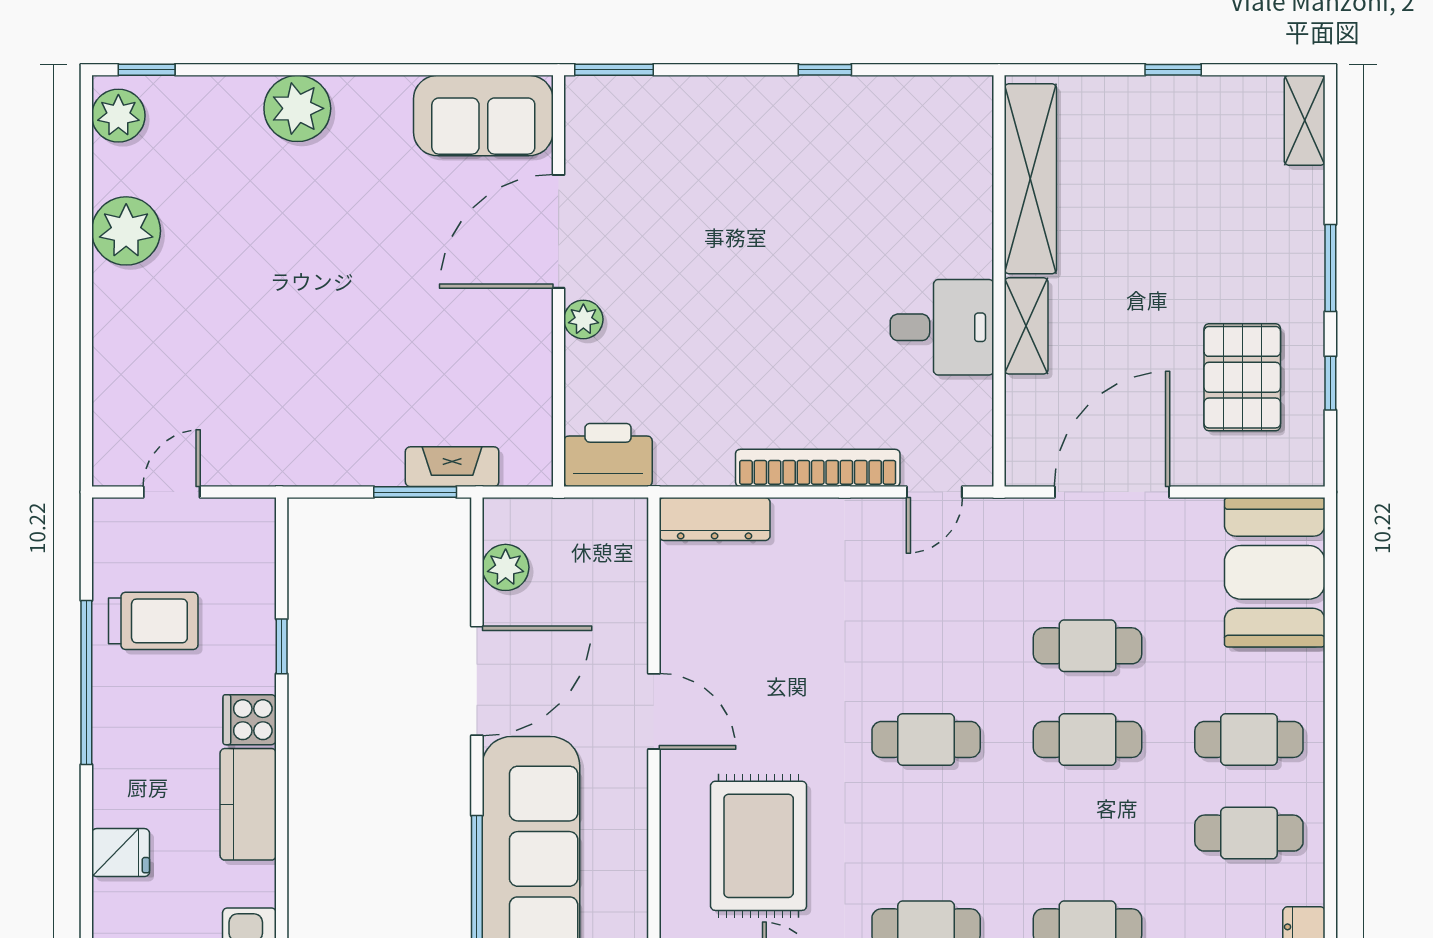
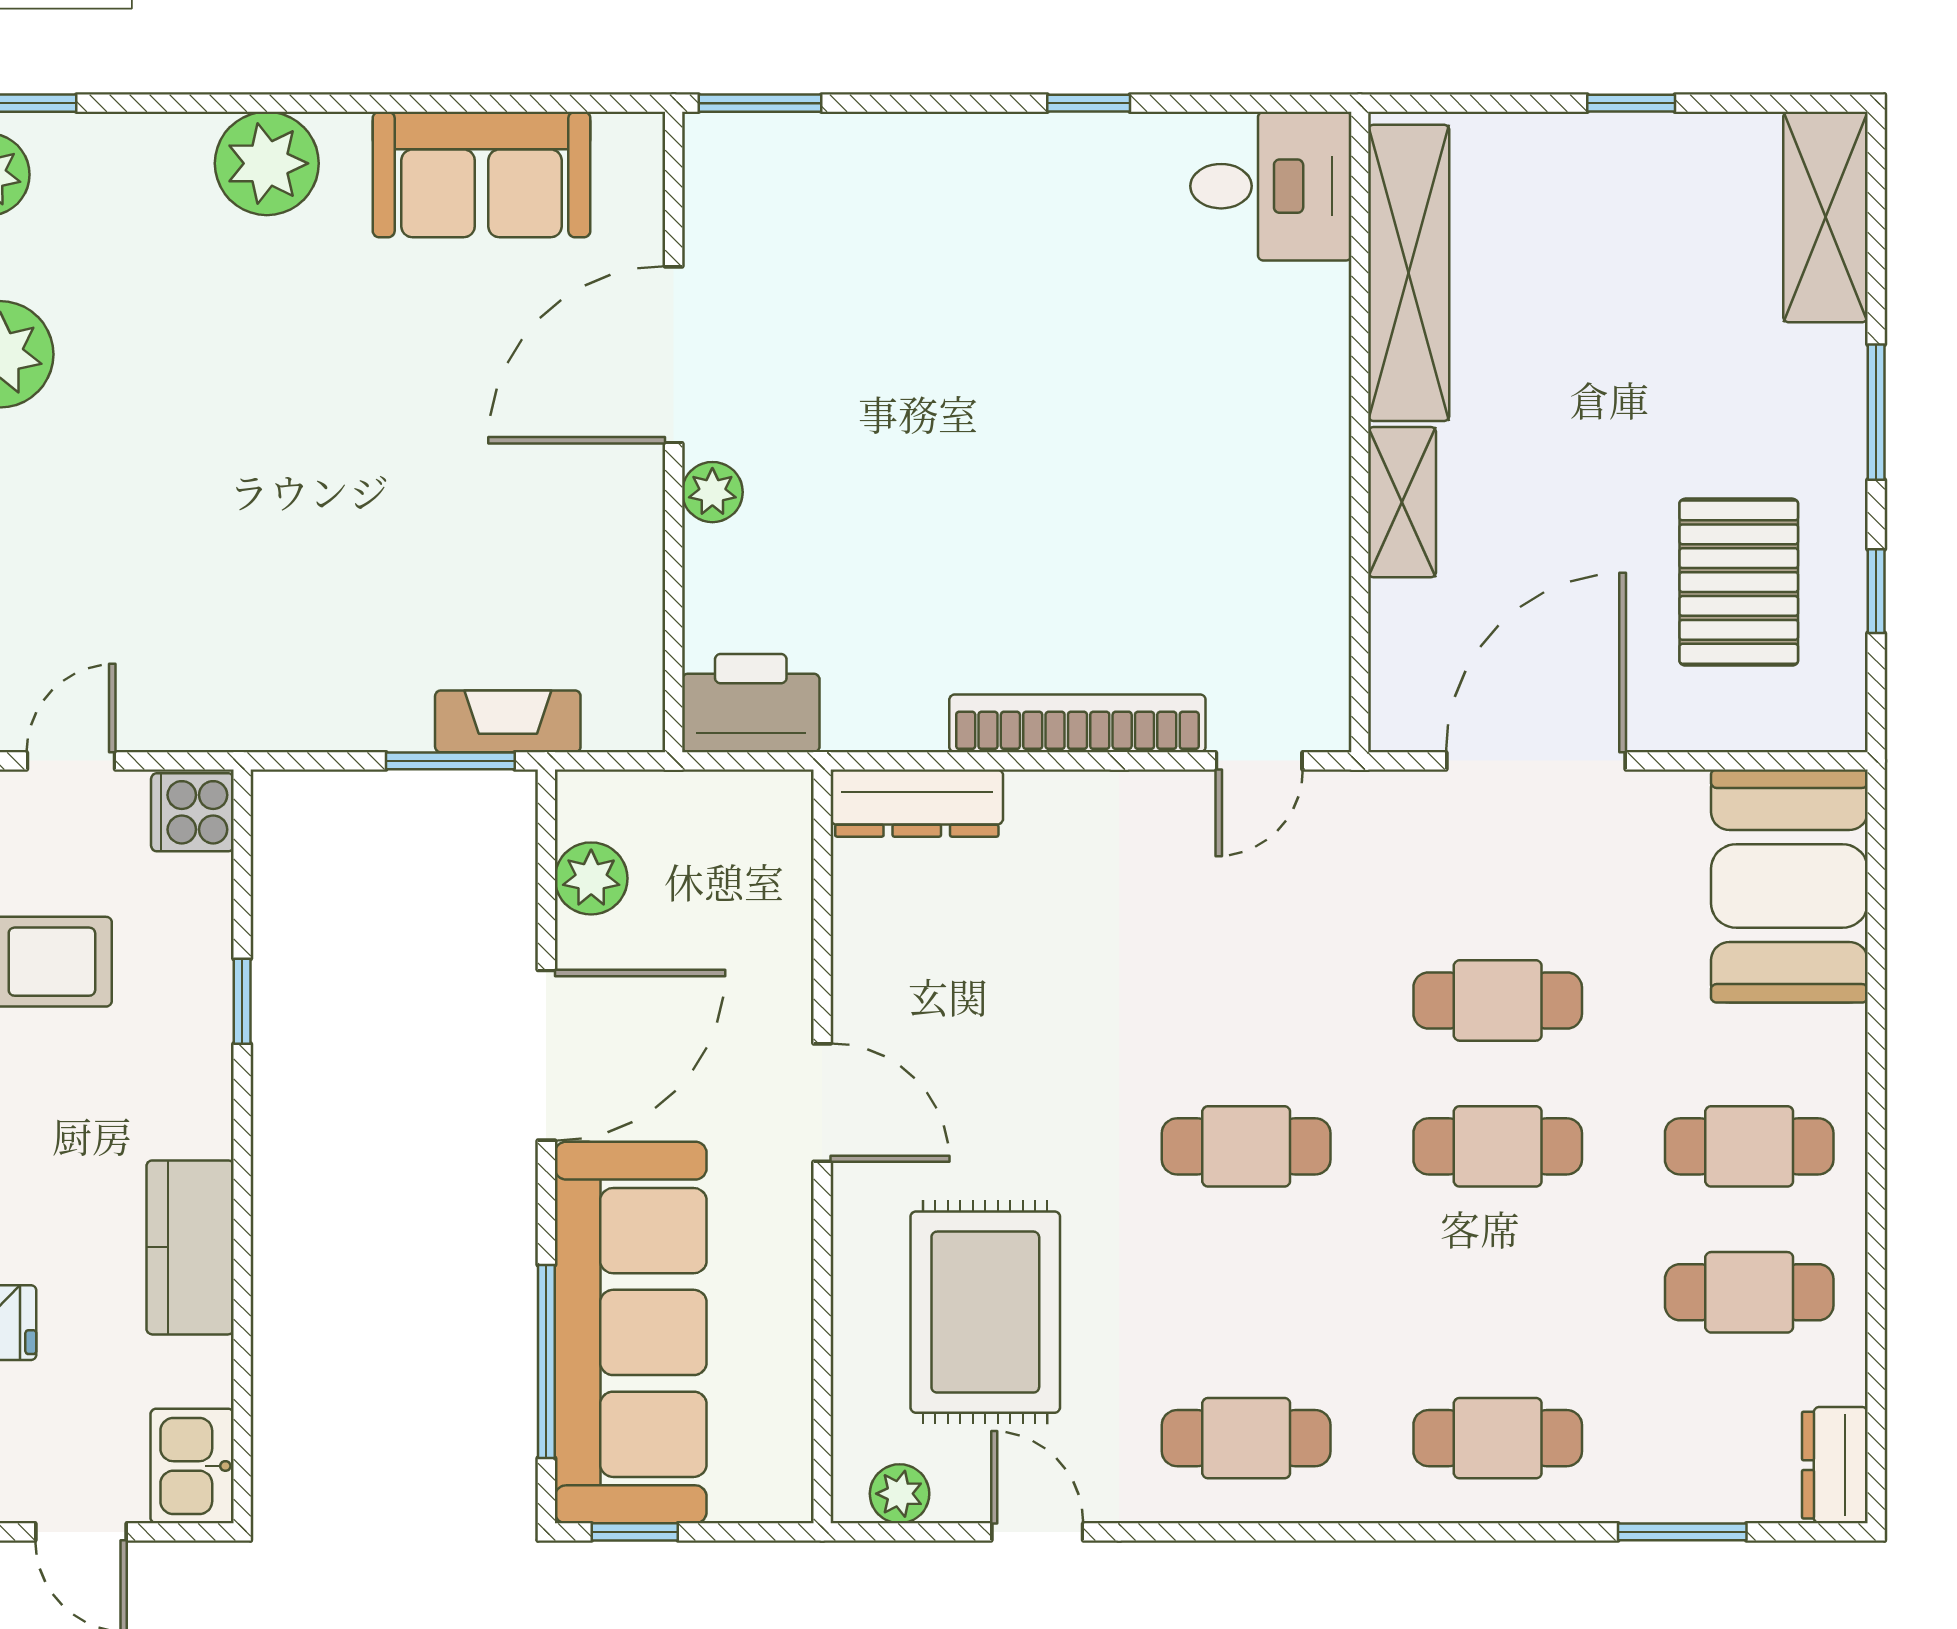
sofa: (483, 116) -> (482, 174), moved
shelving: (1305, 120) -> (1825, 217), width x1.50, depth x1.33
desk: (942, 327) -> (1271, 186), moved
cooker: (250, 720) -> (192, 812), moved

